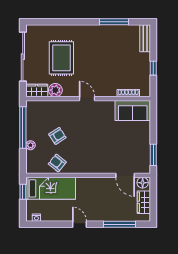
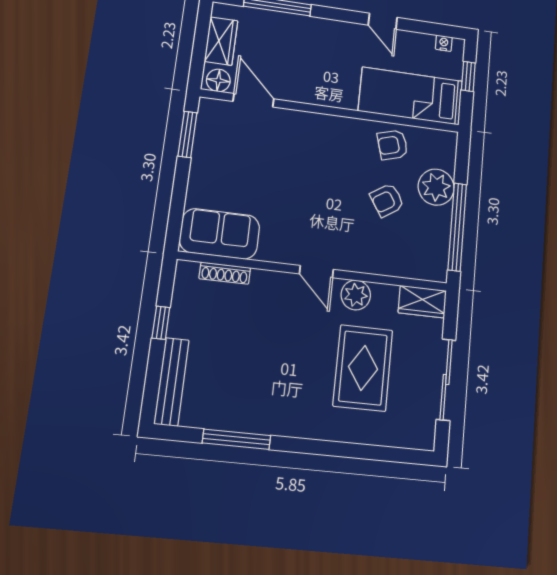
bench: (145, 38) -> (171, 382), width x1.36
sliding door: (23, 57) -> (446, 380), width x0.73
plant: (55, 90) -> (356, 295), moved
plant: (30, 145) -> (436, 187), width x1.88, depth x1.88
armchair: (57, 163) -> (393, 145), turned 125
window: (23, 192) -> (468, 76), moved
door: (79, 224) -> (383, 21), moved

